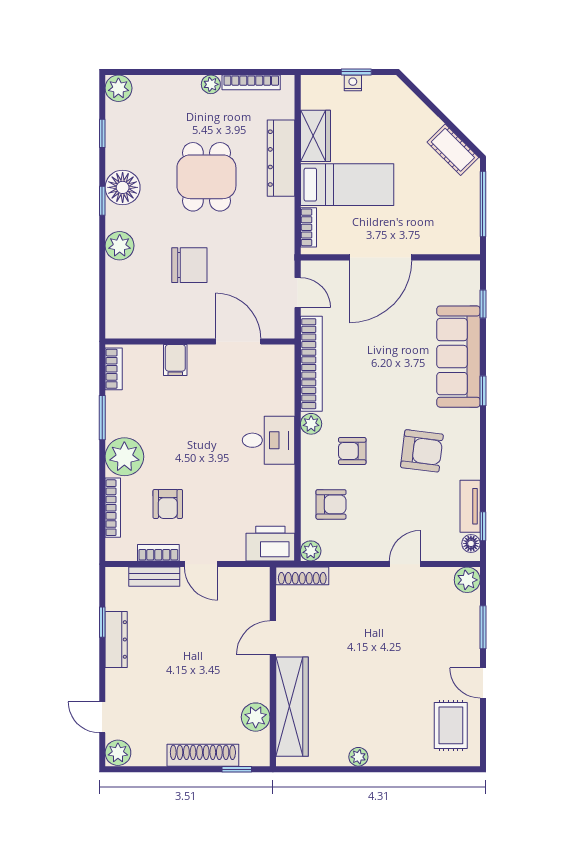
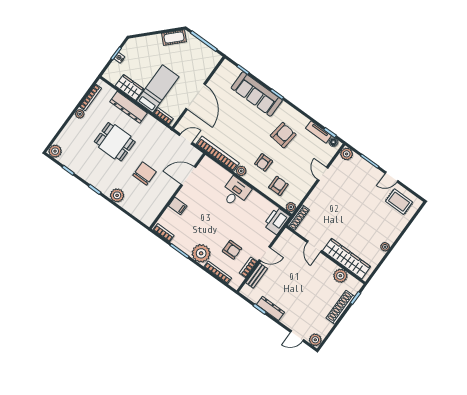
floor lamp: (123, 187) -> (95, 178), removed

